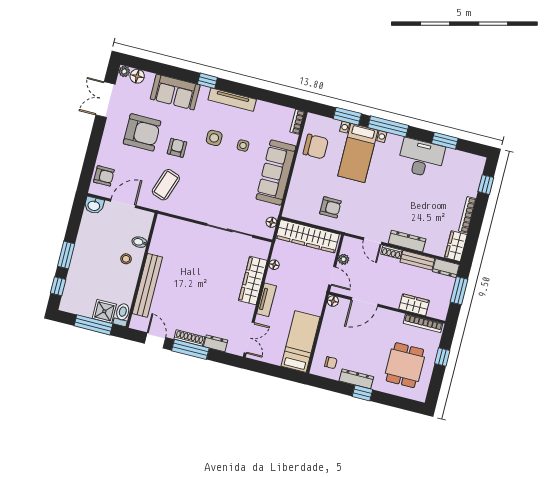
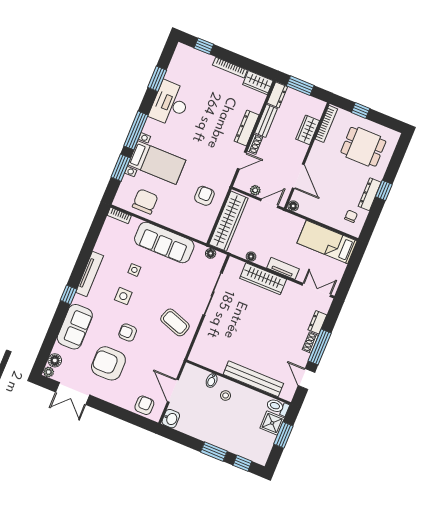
armchair: (142, 132) -> (108, 363), turned -90
coffee table: (166, 185) -> (175, 322), moved
window: (93, 325) -> (283, 435), width x0.69
shoe rack: (189, 338) -> (310, 342), width x0.70
door: (155, 340) -> (306, 379), hinge flipped

